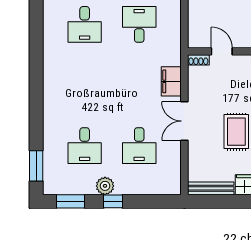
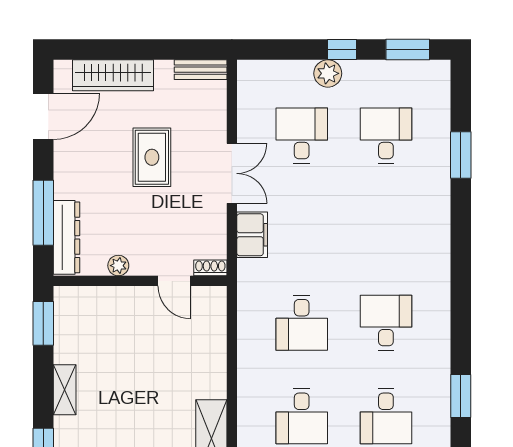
window: (36, 166) -> (461, 155), moved
plant: (105, 186) -> (328, 73), moved
bench: (211, 188) -> (201, 70), width x0.73

